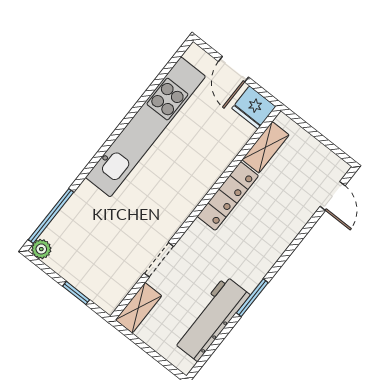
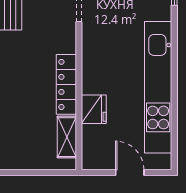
fridge: (254, 107) -> (94, 109), moved, turned 90

